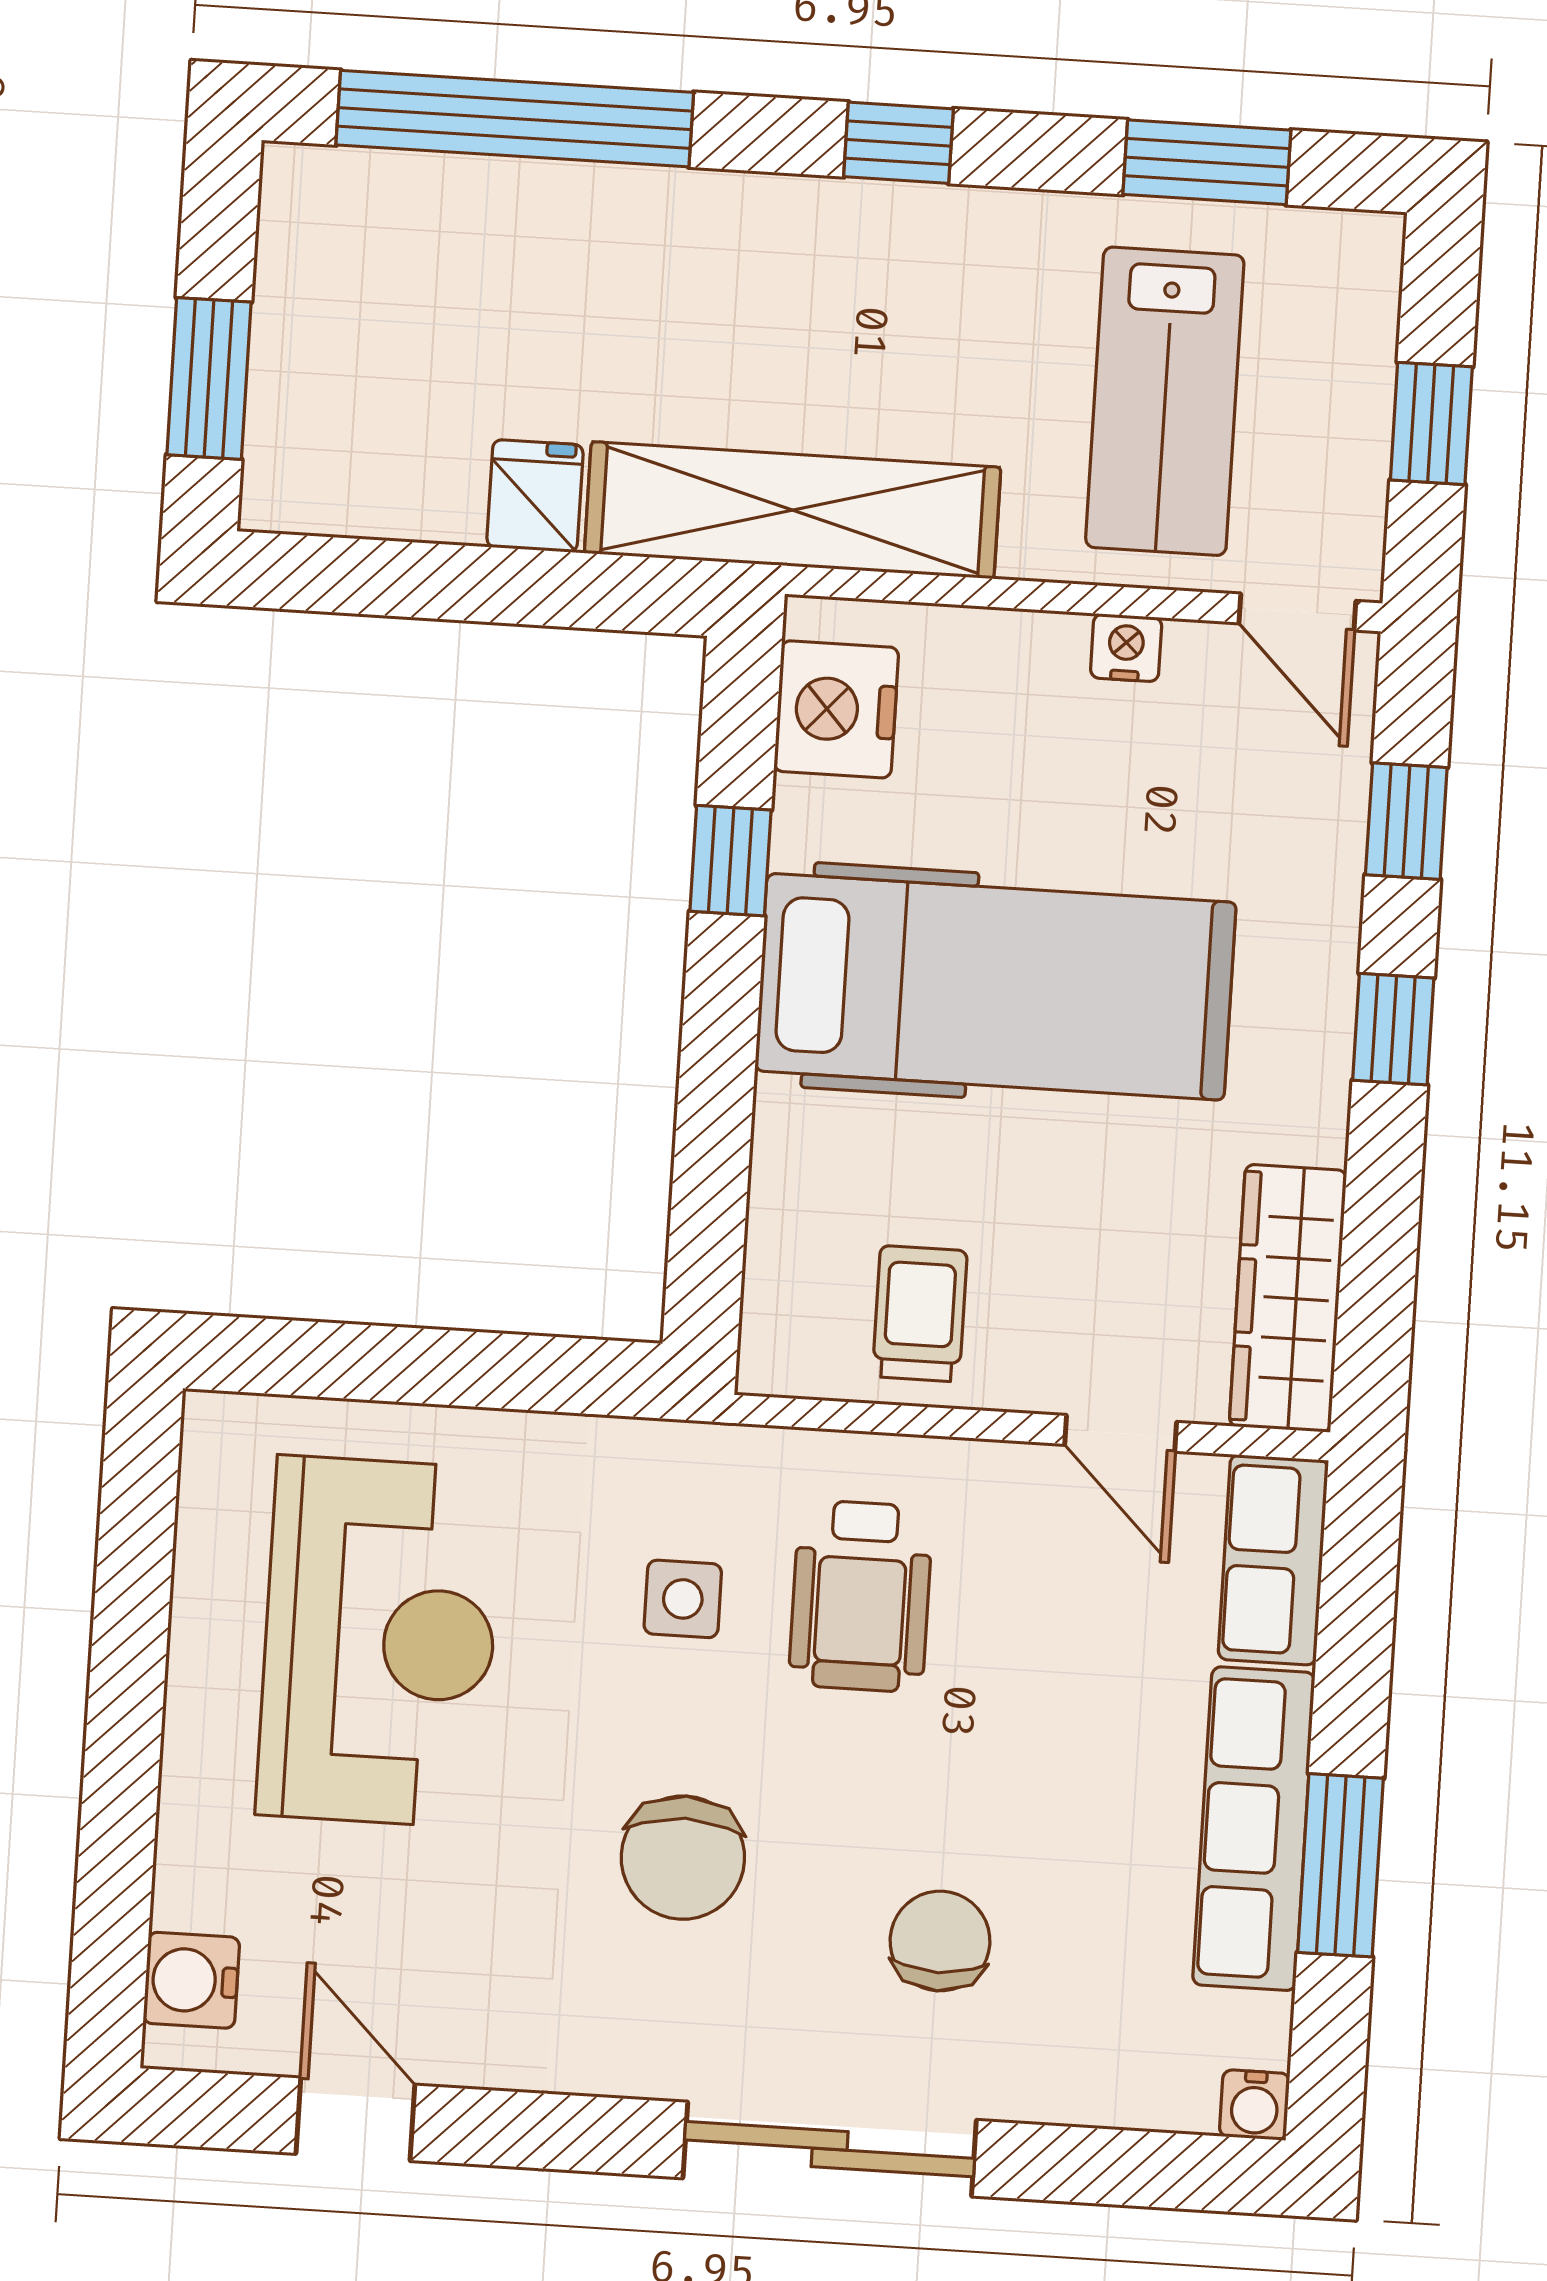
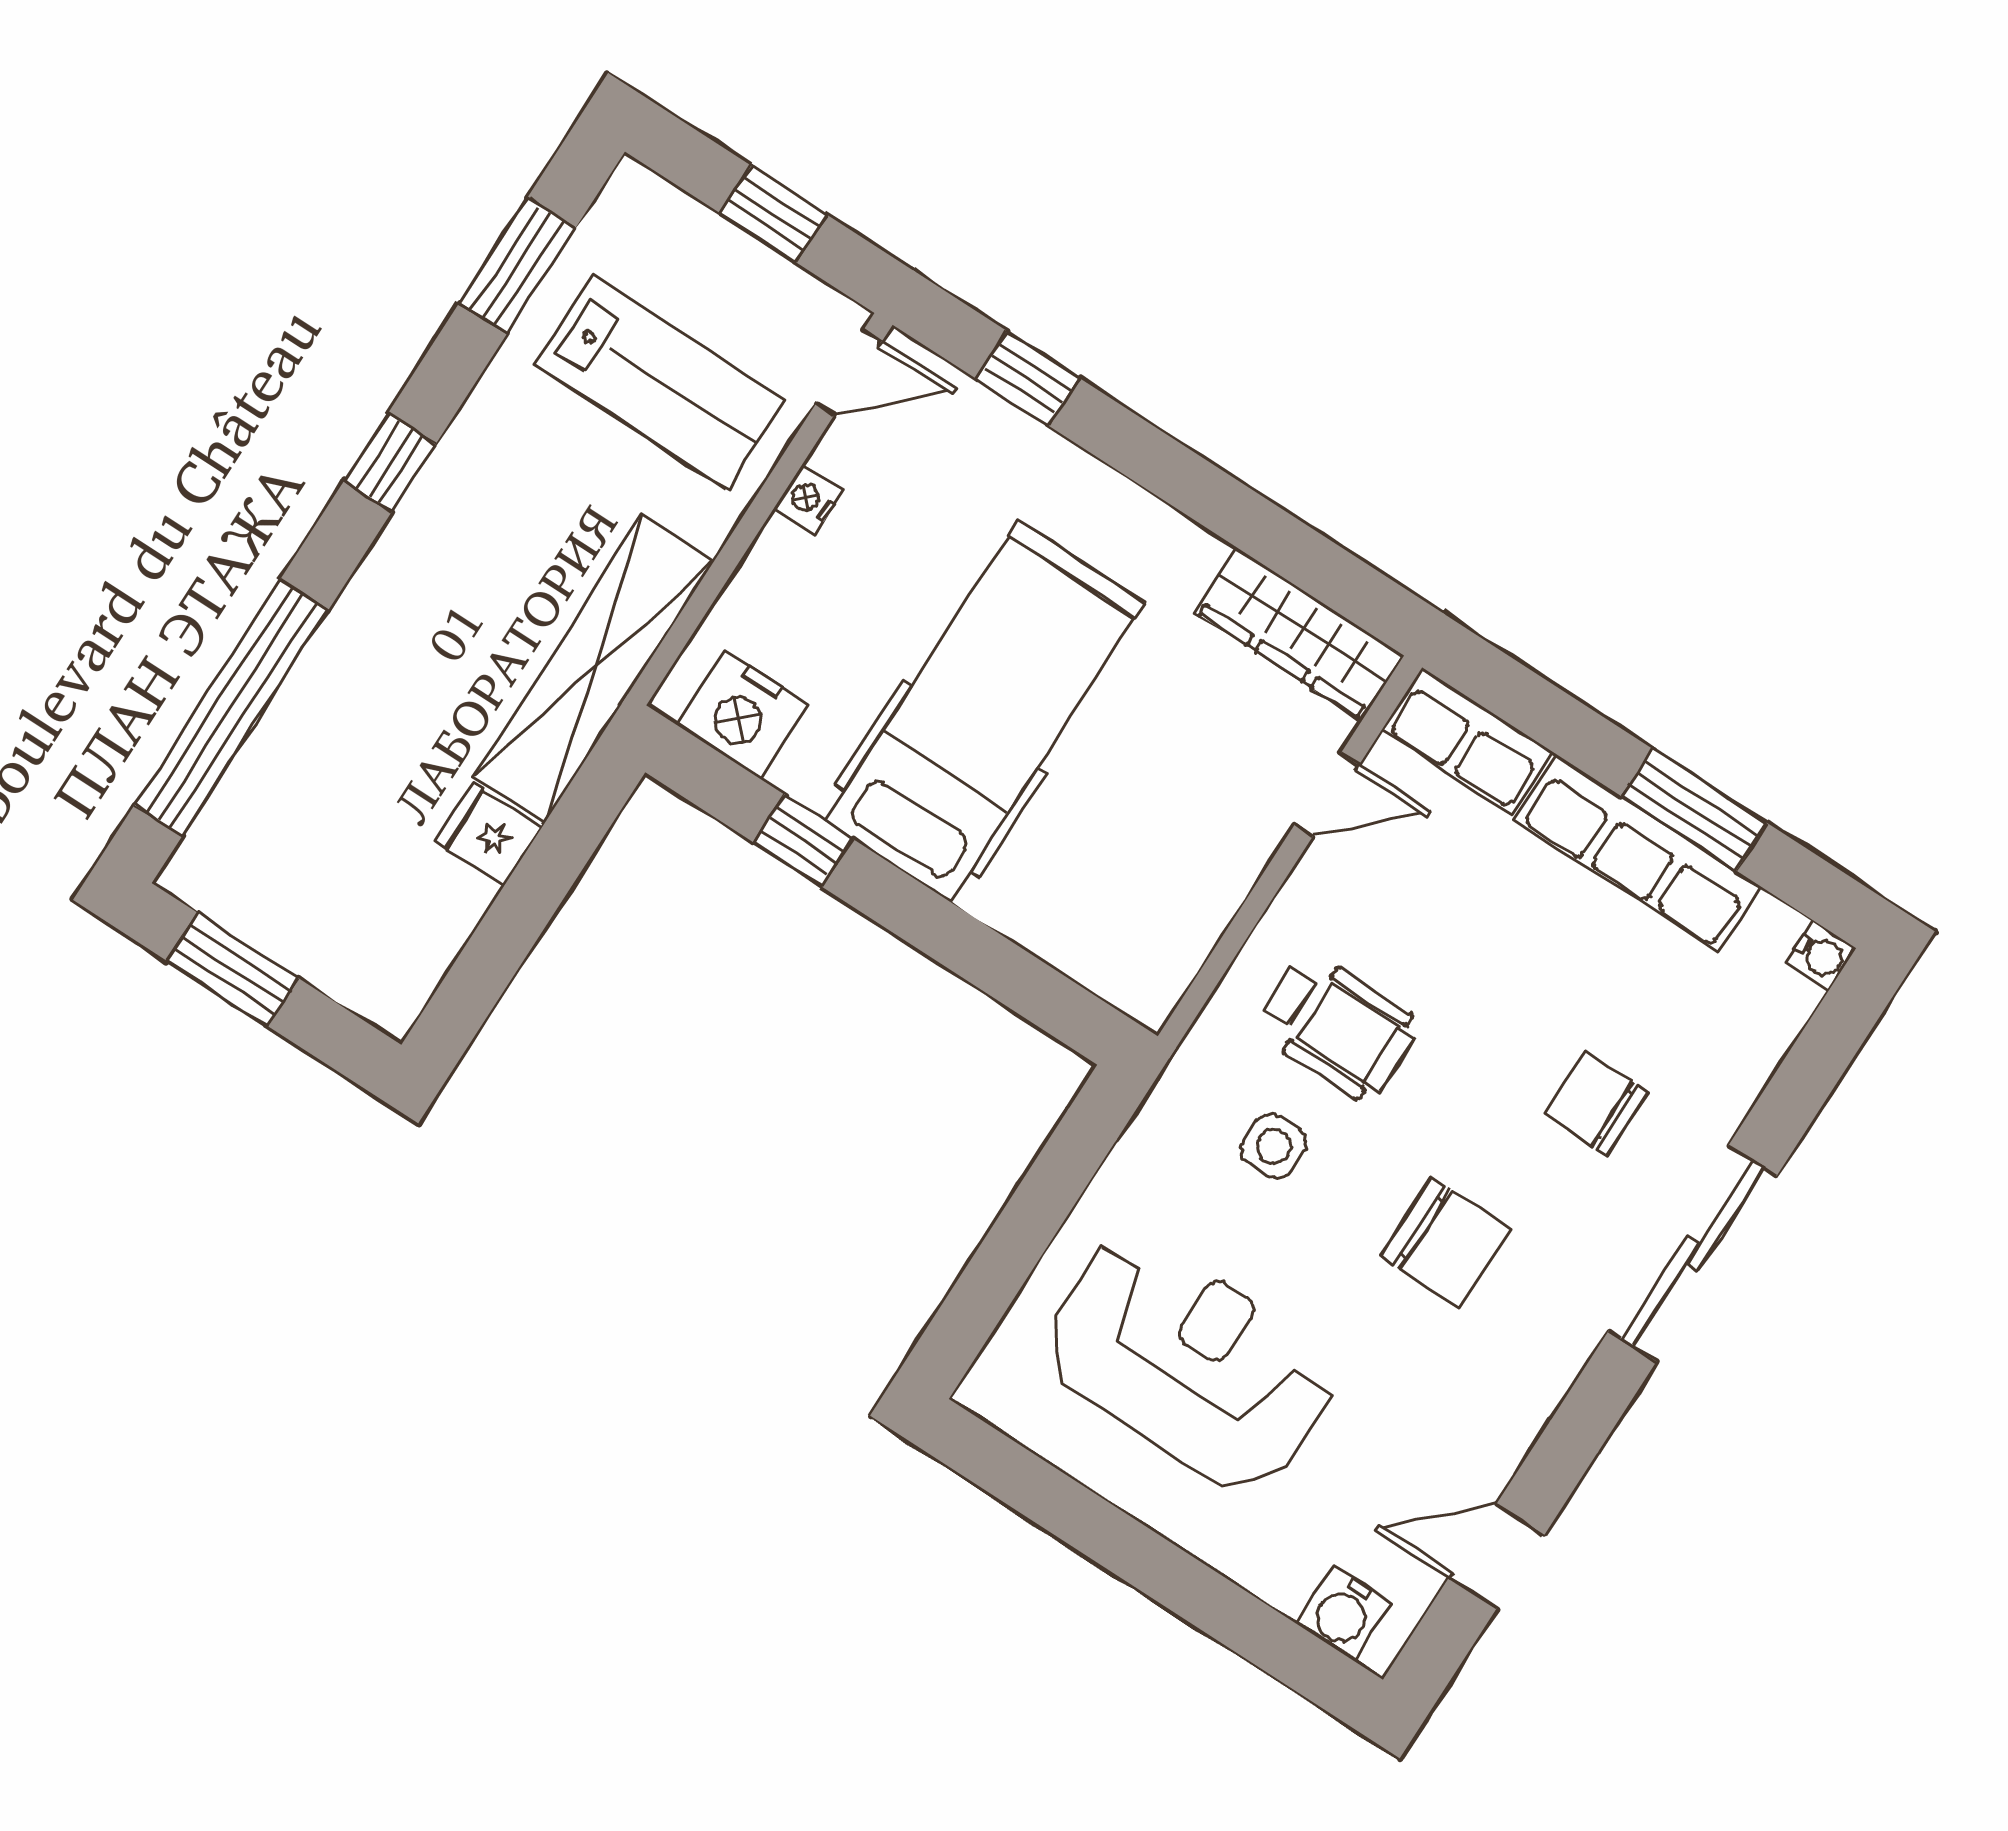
window: (209, 378) -> (232, 969), moved
window: (1393, 1029) -> (1160, 464), removed
trolley: (920, 1314) -> (1173, 883), removed

